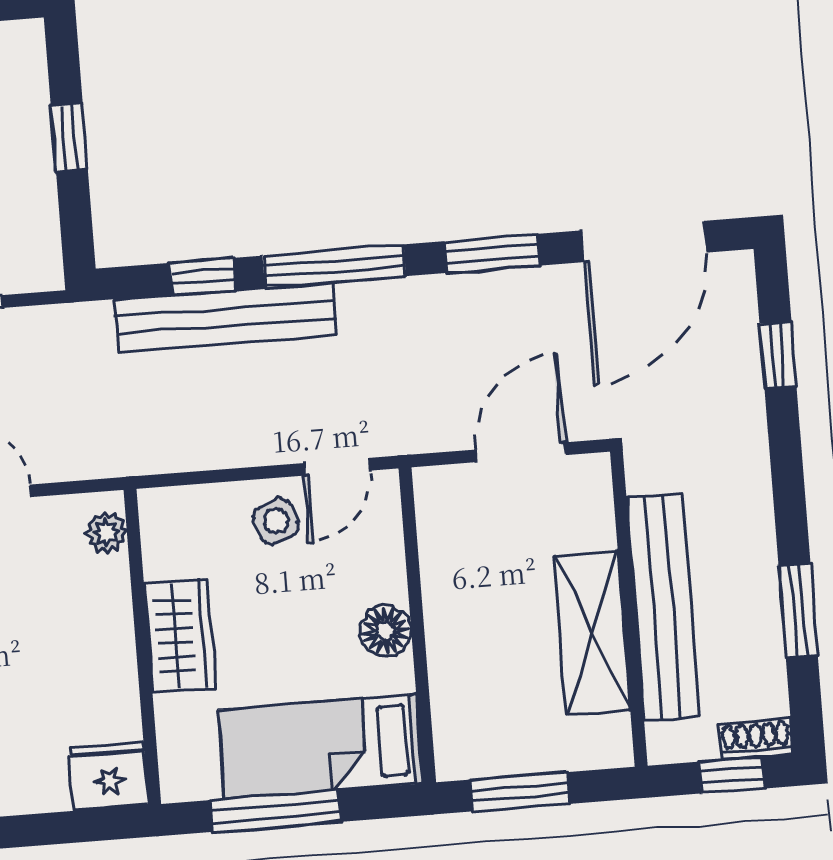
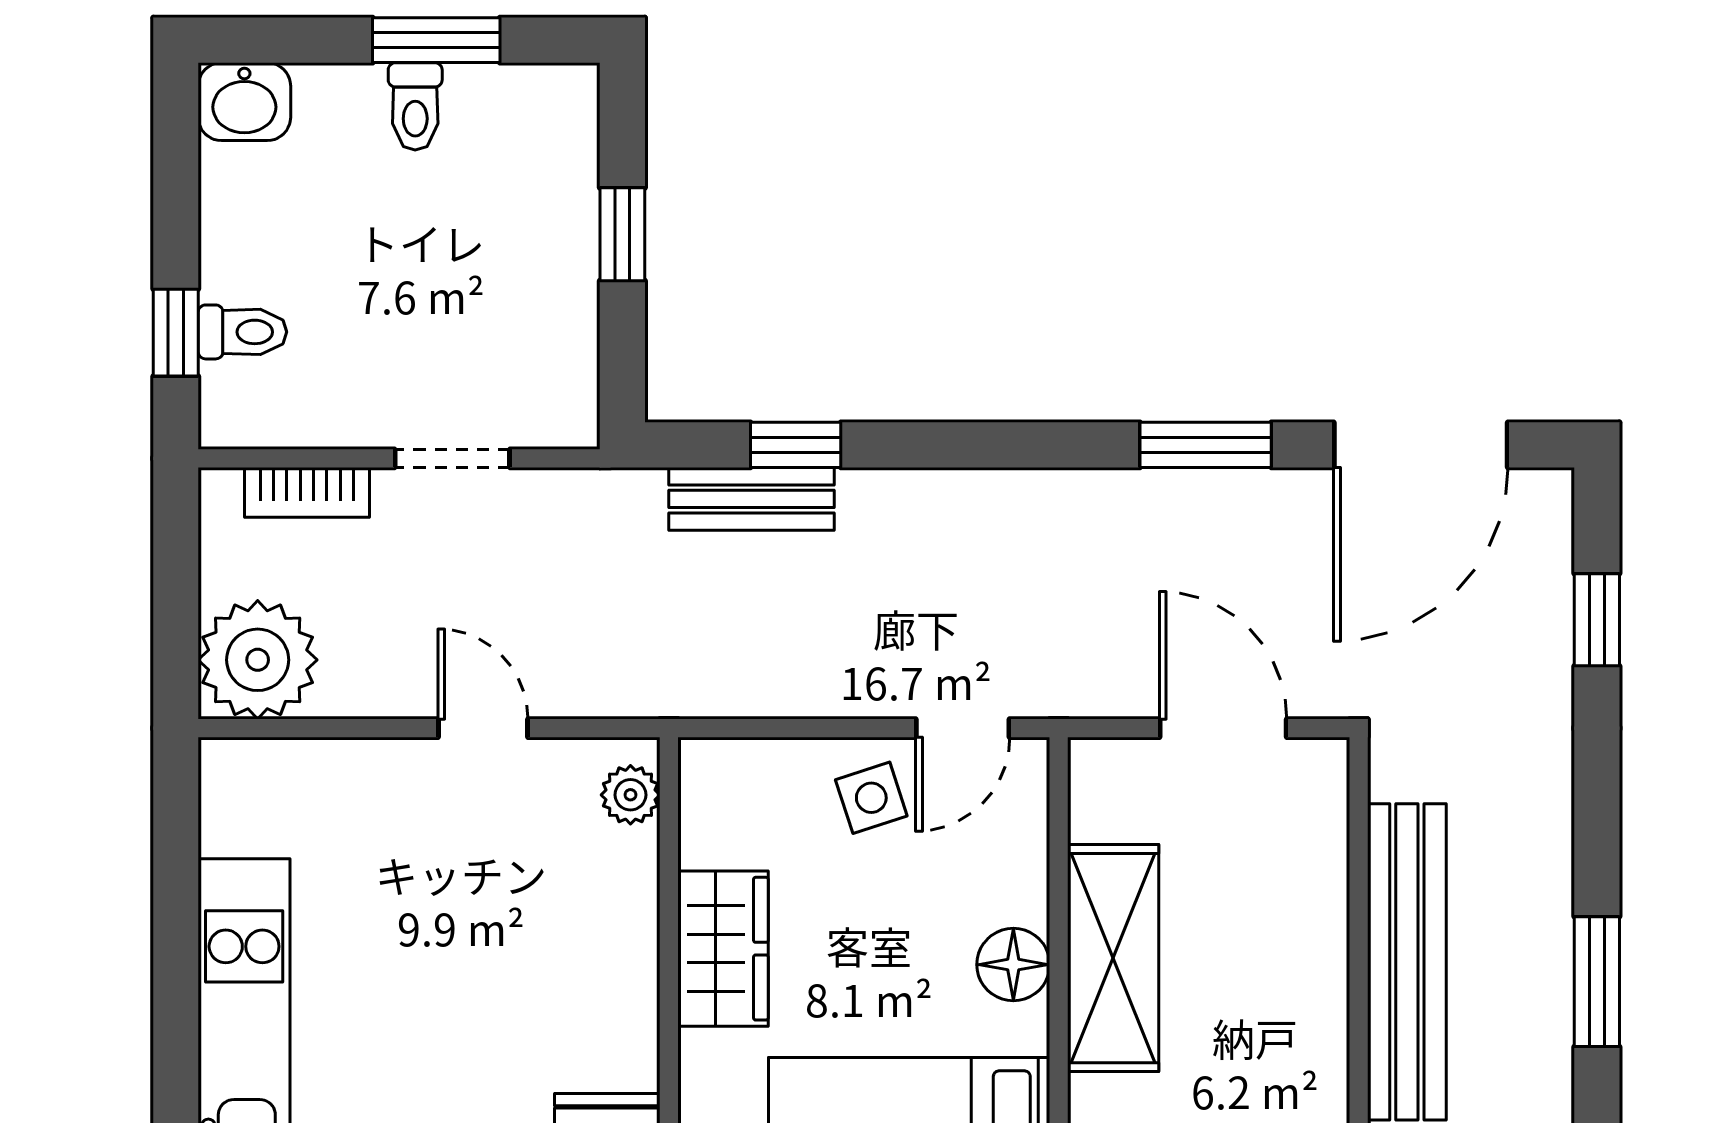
window: (334, 266) -> (982, 445), removed
bench: (226, 318) -> (752, 499), width x0.54, depth x0.82
door: (520, 452) -> (1223, 728), hinge flipped
shelving: (592, 633) -> (1113, 958), moved

